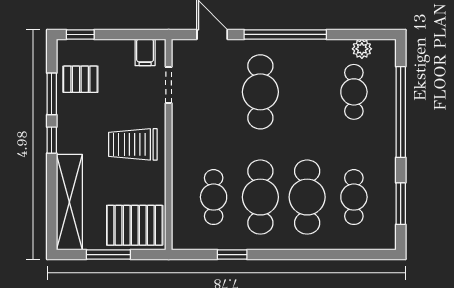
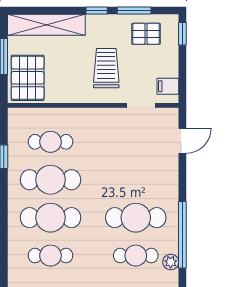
window: (285, 34) -> (182, 235), moved
pallet: (80, 79) -> (146, 34), turned 90
cafe table: (260, 92) -> (136, 218), moved
trolley: (133, 144) -> (106, 68), moved

